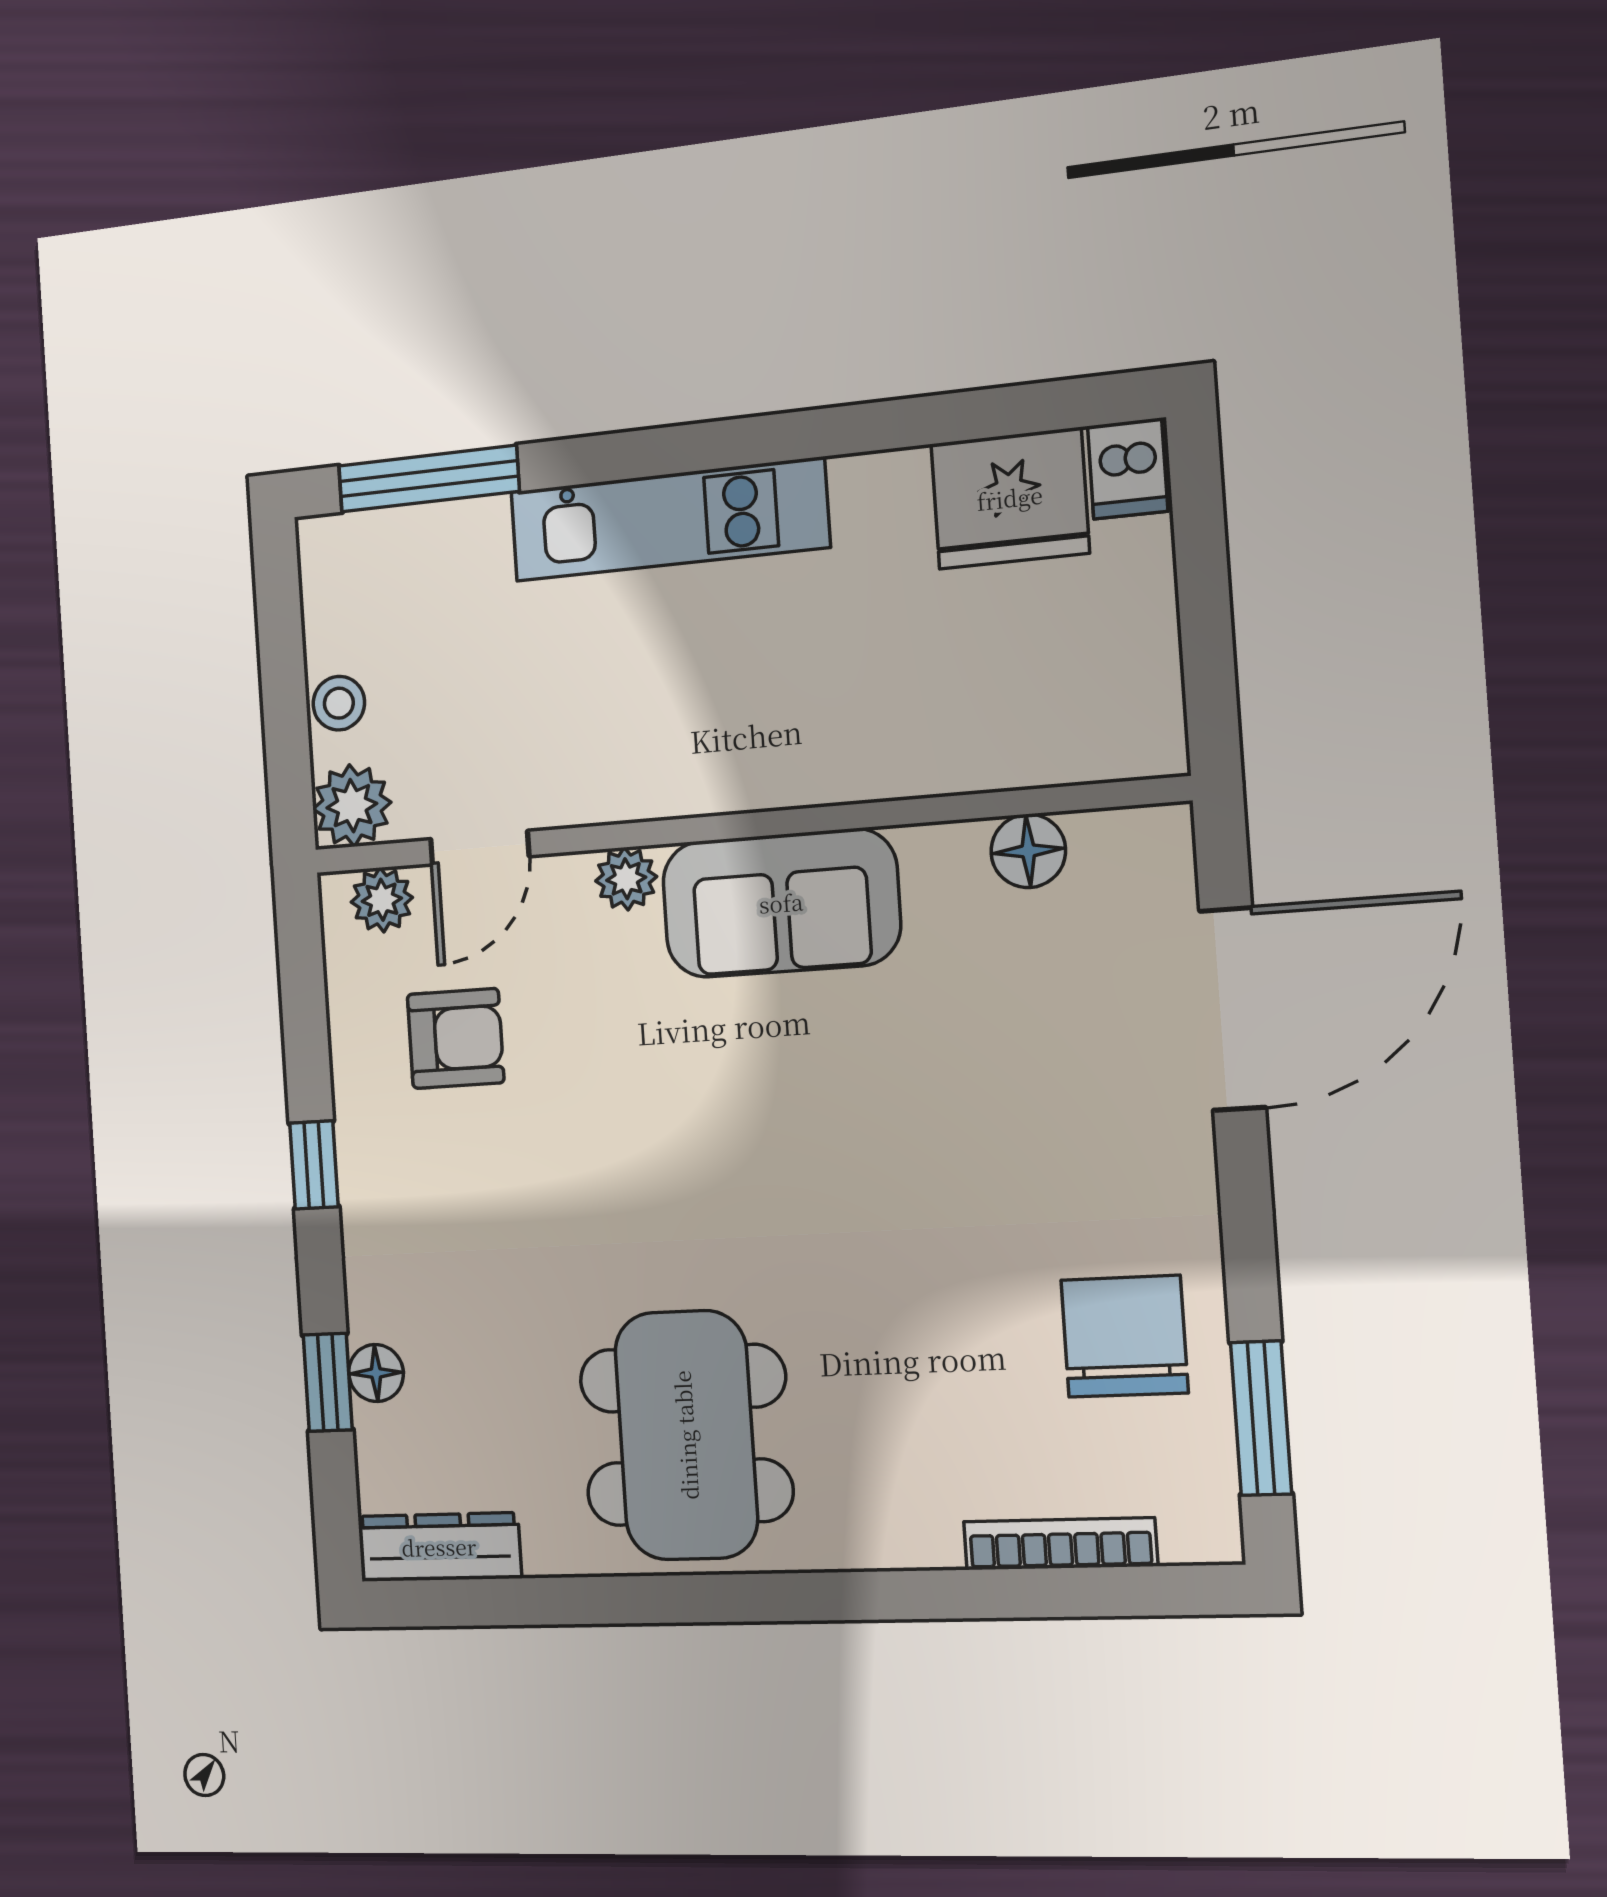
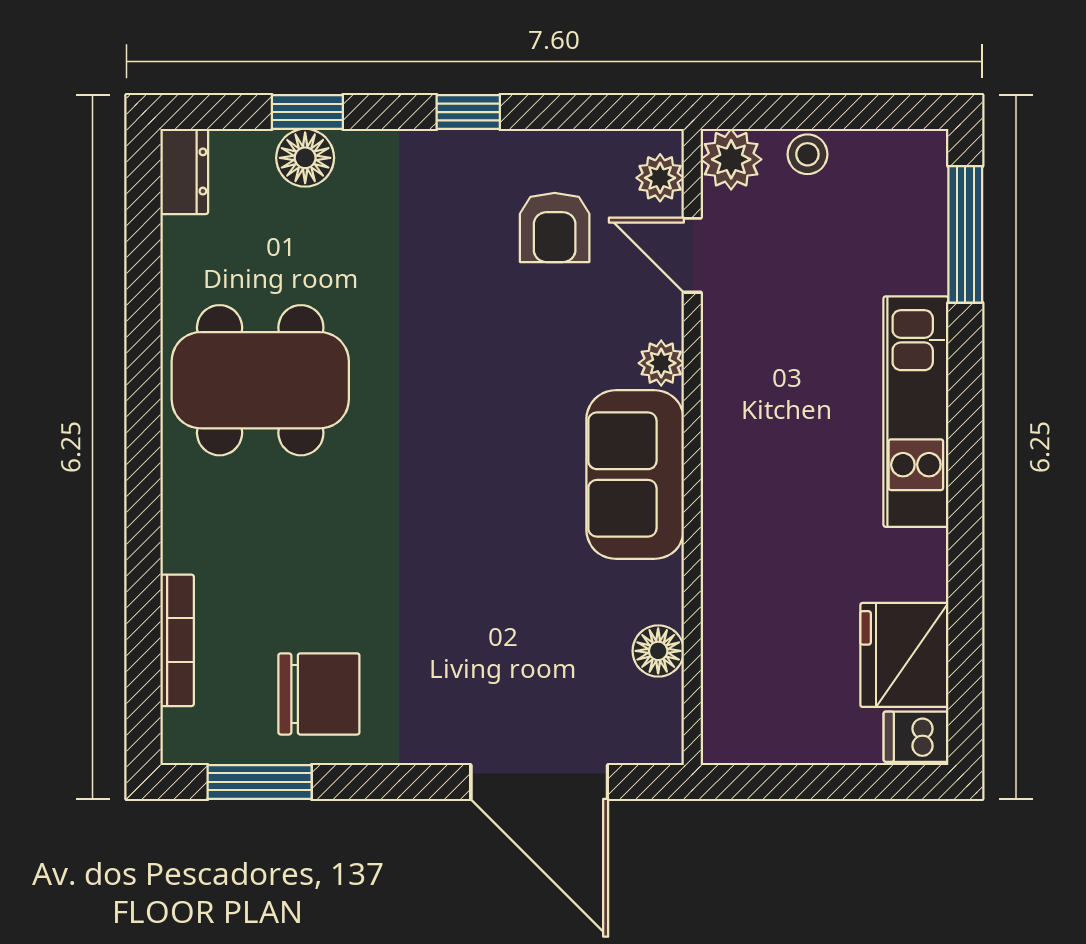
floor lamp: (376, 1373) -> (305, 158), width x1.37, depth x1.37
dresser: (439, 1547) -> (184, 171), width x0.70

